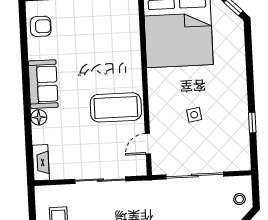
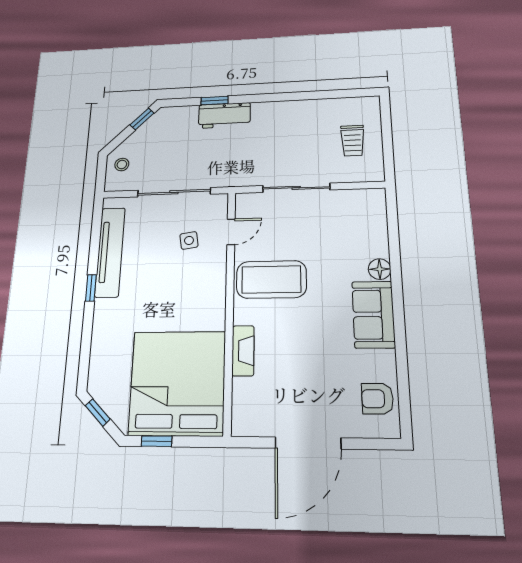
side table: (194, 115) -> (189, 240), moved
window: (252, 123) -> (91, 288), moved
tv unit: (240, 126) -> (110, 252), added
fireplace: (41, 163) -> (243, 351), moved, turned 180

